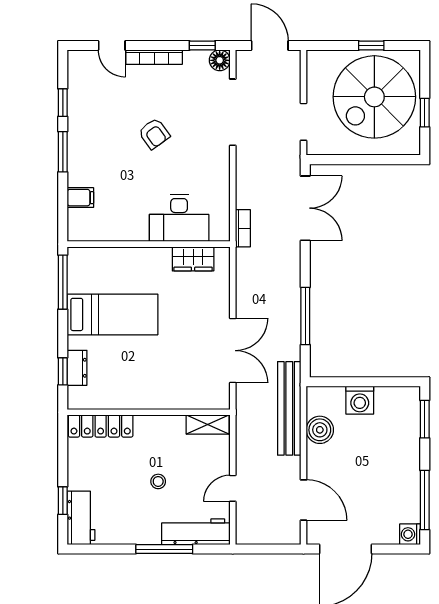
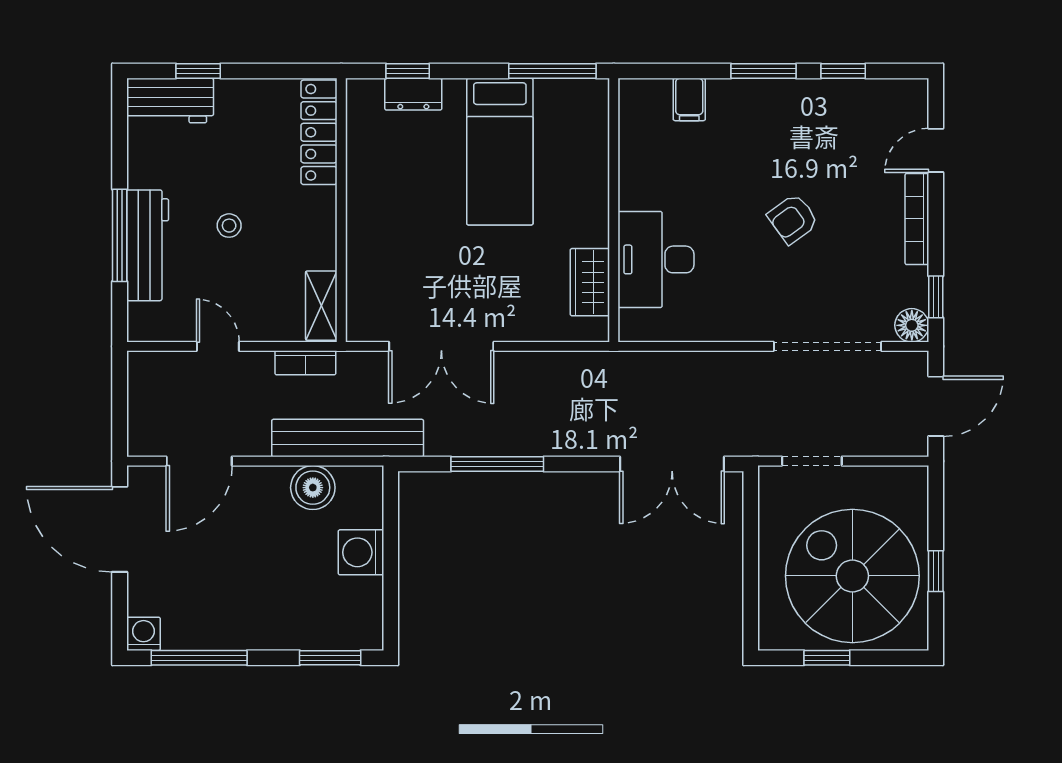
bookcase: (243, 228) -> (305, 363), moved
workbench: (196, 532) -> (148, 245), moved

